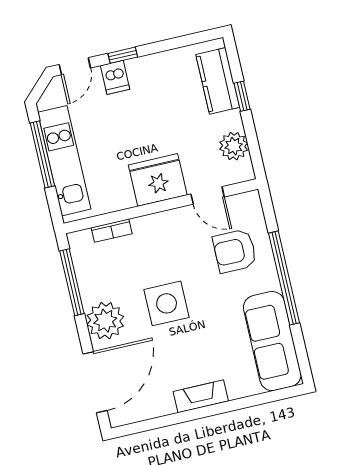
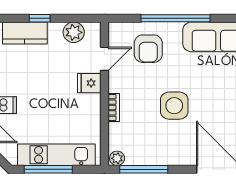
fridge: (158, 180) -> (89, 83), width x0.53, depth x0.75
bookcase: (112, 231) -> (114, 108), moved
plant: (105, 321) -> (117, 158), moved, width x0.53, depth x0.53

